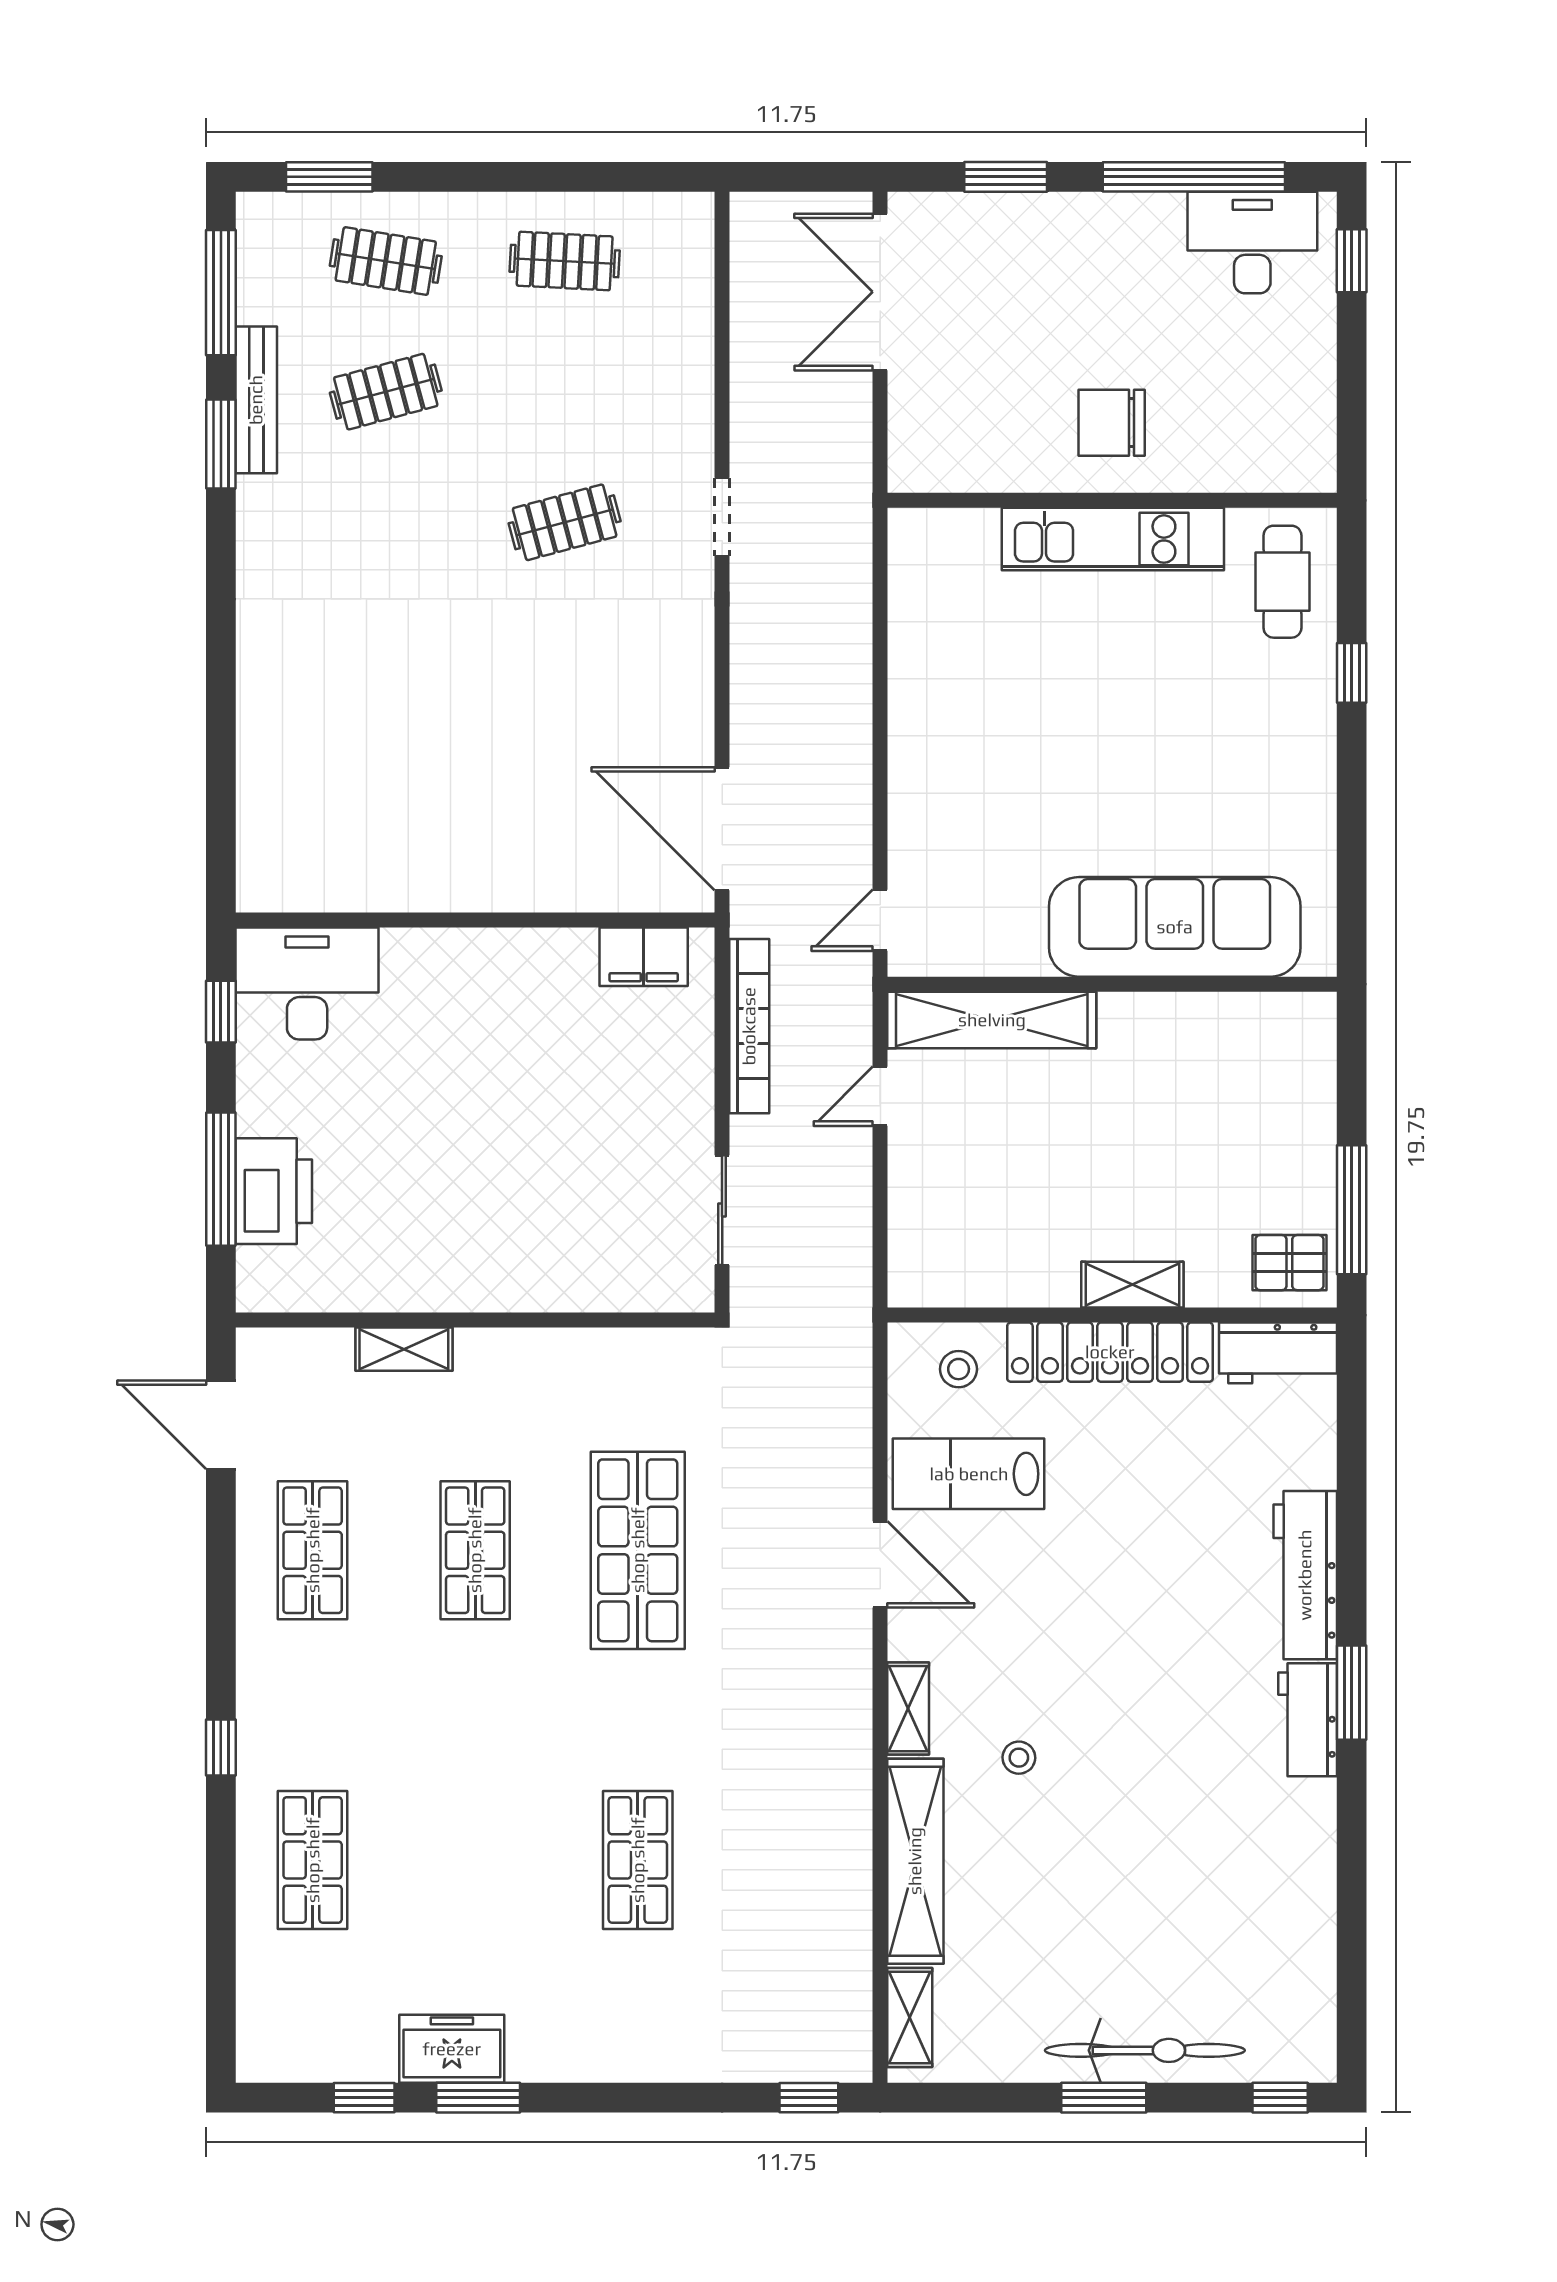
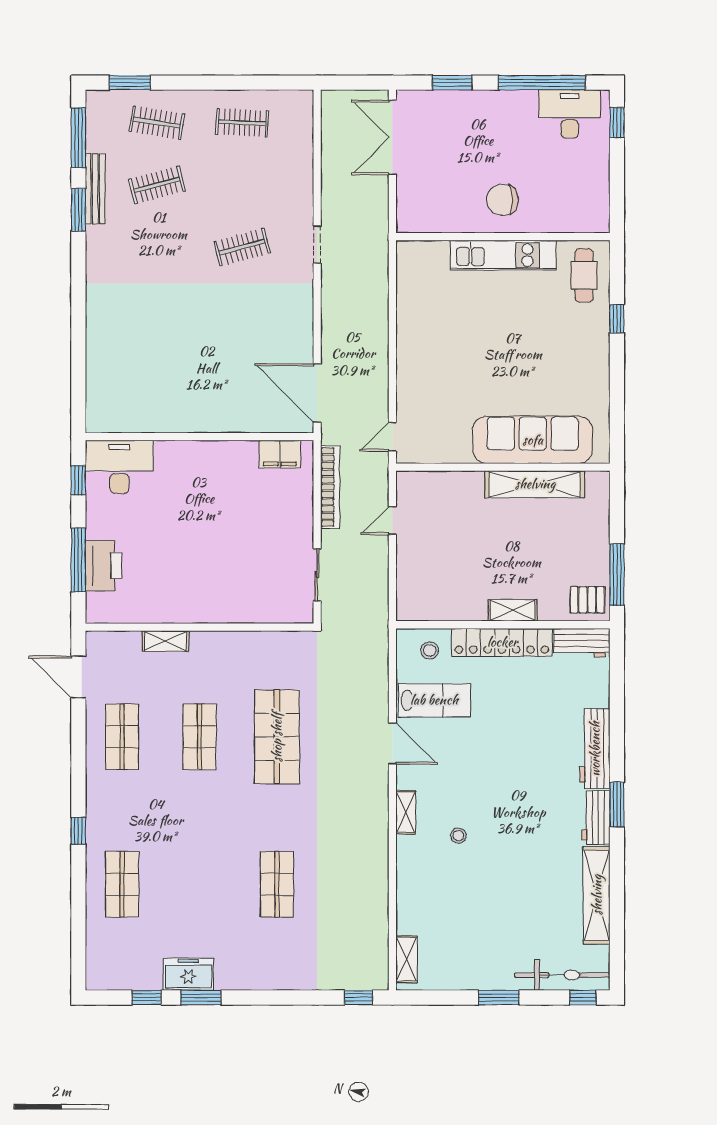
shelving: (992, 1020) -> (535, 484), moved
lab bench: (969, 1474) -> (434, 700), turned 180
shelving: (915, 1861) -> (597, 895), moved
bicycle: (1145, 2050) -> (562, 975), moved

